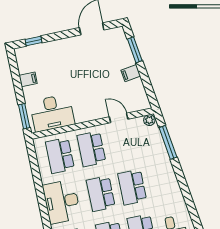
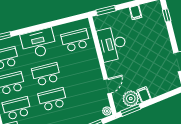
window: (135, 50) -> (130, 110), moved
plant: (135, 90) -> (131, 99), added
desk: (52, 113) -> (112, 44), moved
school desk: (91, 149) -> (82, 65), removed

